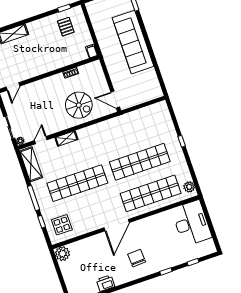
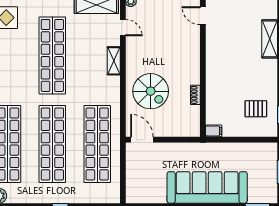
door: (115, 100) -> (142, 140), hinge flipped
spiral stairs: (79, 105) -> (151, 91), turned -90
shop shelf: (129, 130) -> (97, 144), added

